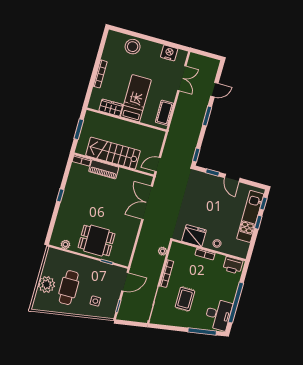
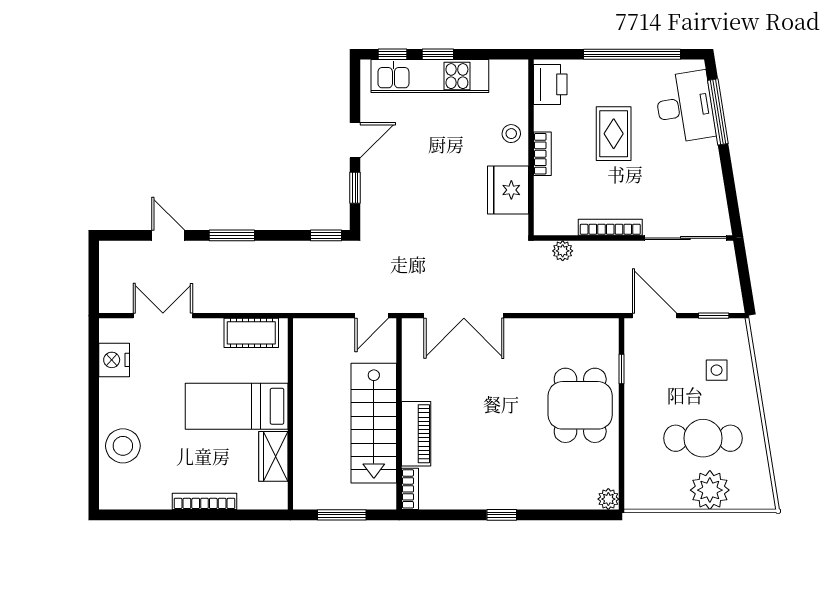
door: (158, 165) -> (372, 316), hinge flipped
plant: (65, 244) -> (608, 499), moved
rug: (185, 299) -> (614, 134), moved, turned 90
desk: (218, 315) -> (685, 107), moved, turned 81

